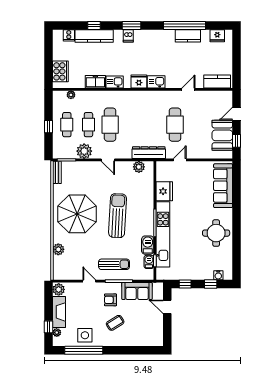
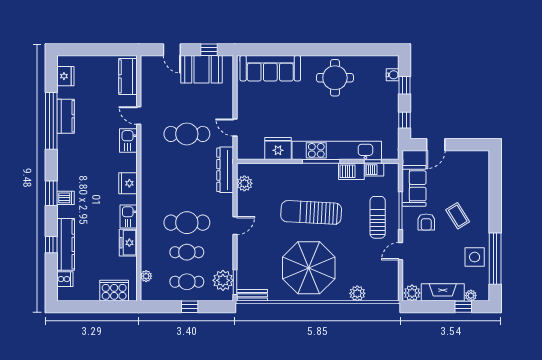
kitchen sink: (156, 82) -> (128, 140), moved
plant: (84, 151) -> (223, 280), moved

